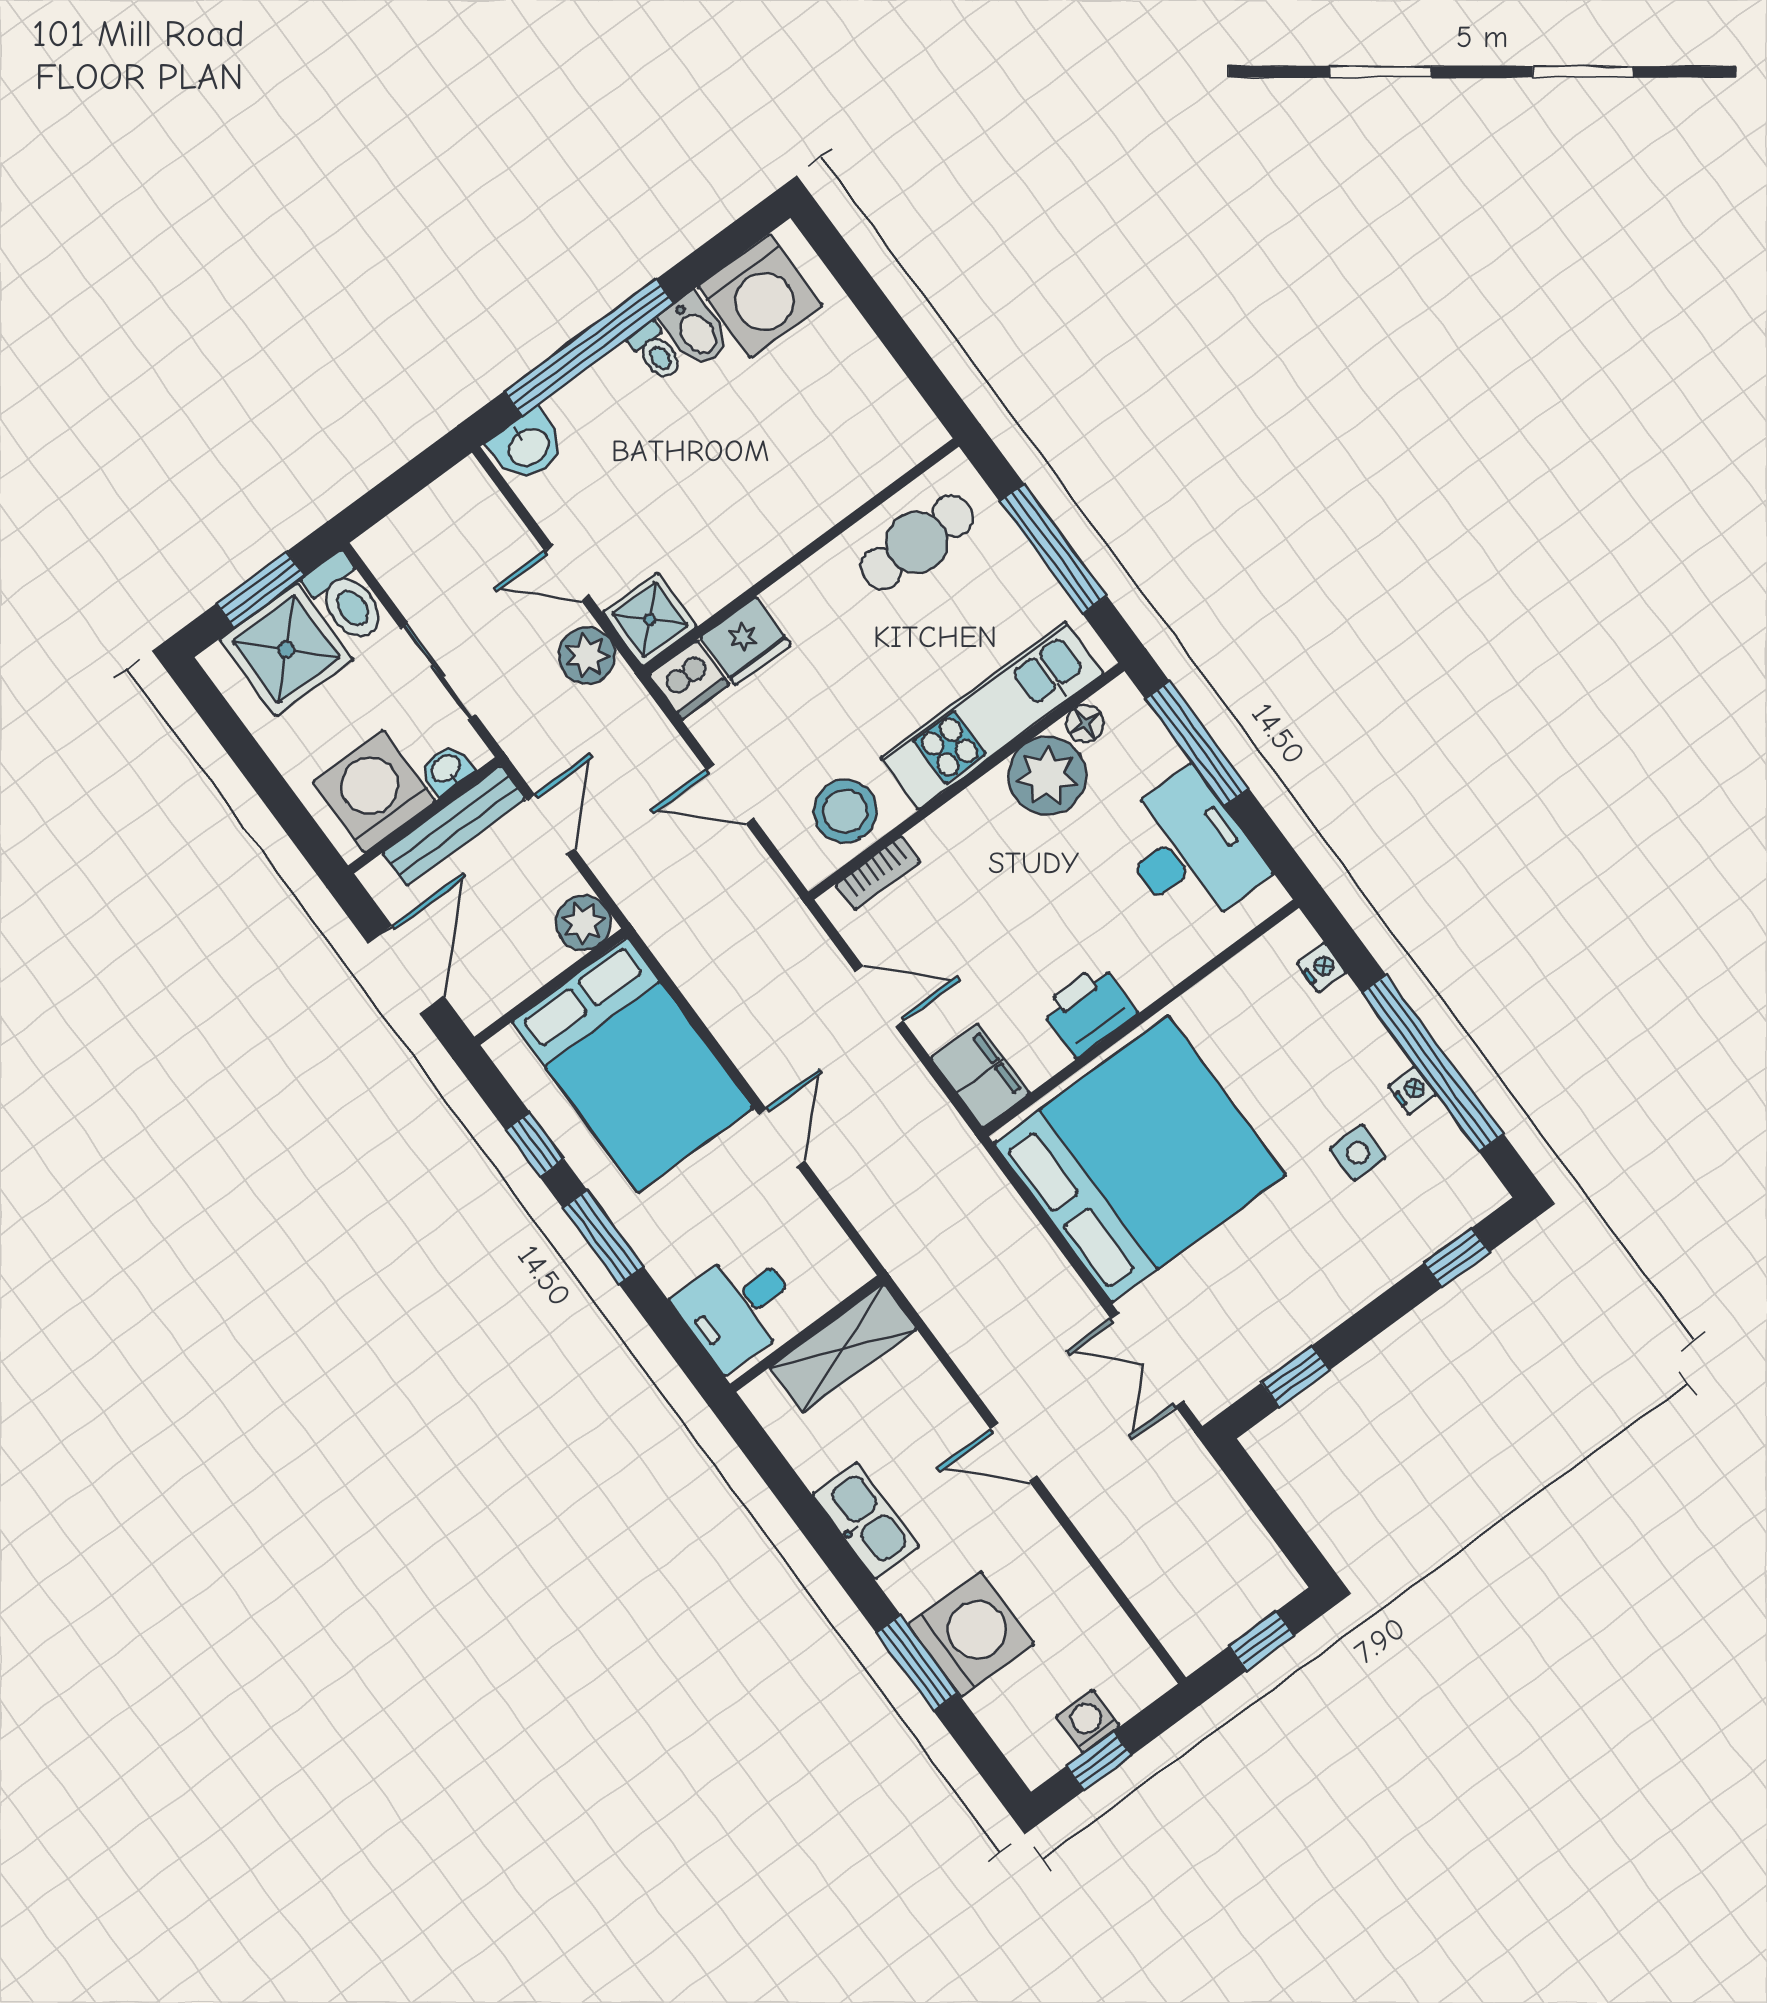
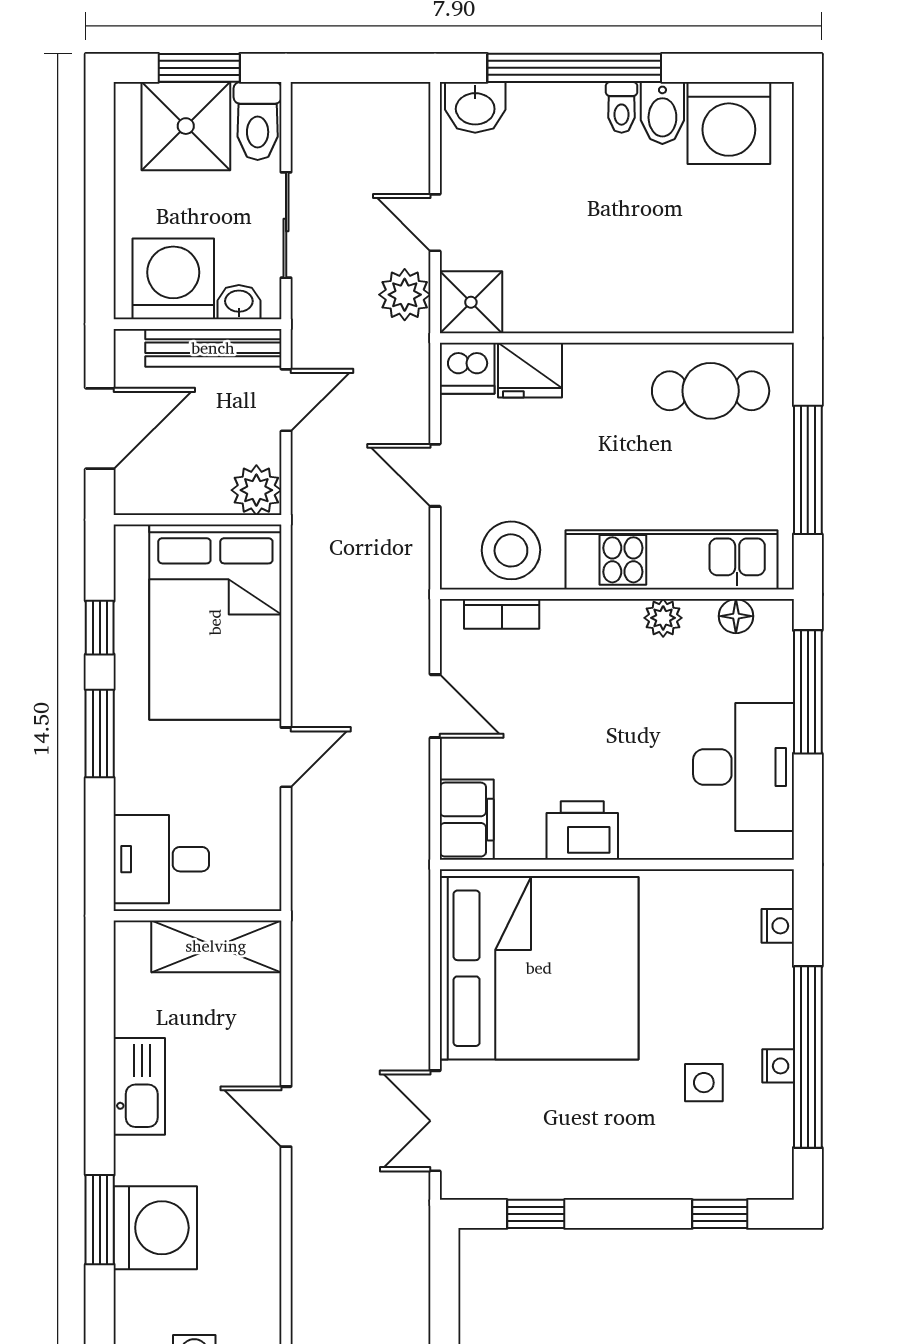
plant: (1047, 776) -> (663, 618), width x0.53, depth x0.53

